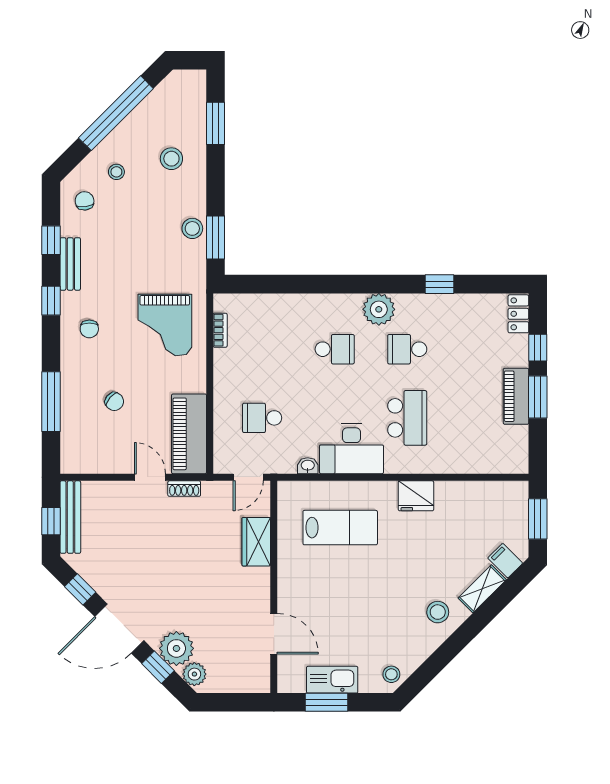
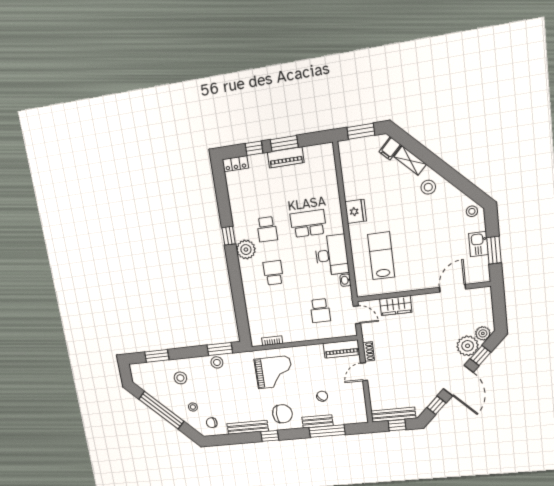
window: (51, 240) -> (236, 439), removed
bench: (70, 264) -> (248, 427), width x1.36
window: (440, 284) -> (229, 236), moved
chair: (89, 329) -> (282, 414), width x1.87, depth x1.87
bench: (70, 388) -> (317, 421), added
piano: (189, 434) -> (341, 349), width x0.73, depth x0.75
kitchen sink: (332, 680) -> (478, 244), width x0.73

